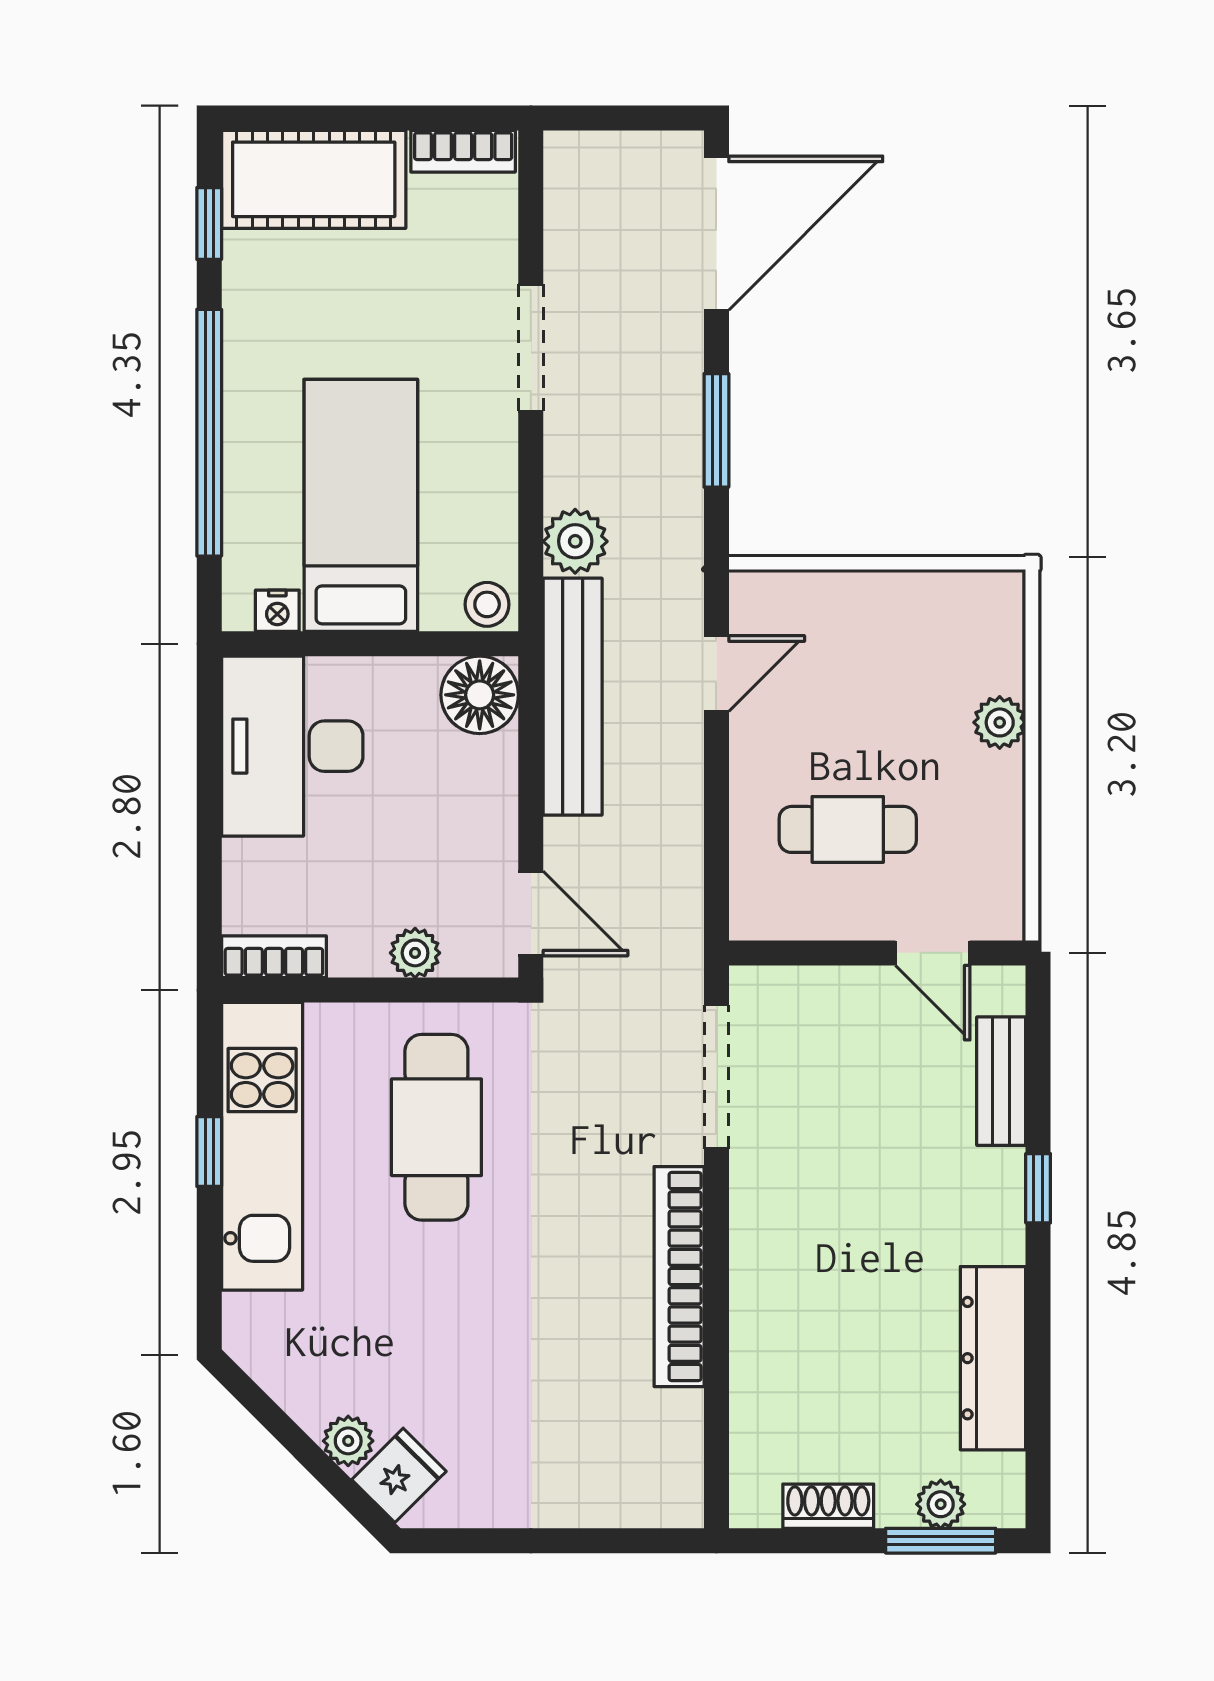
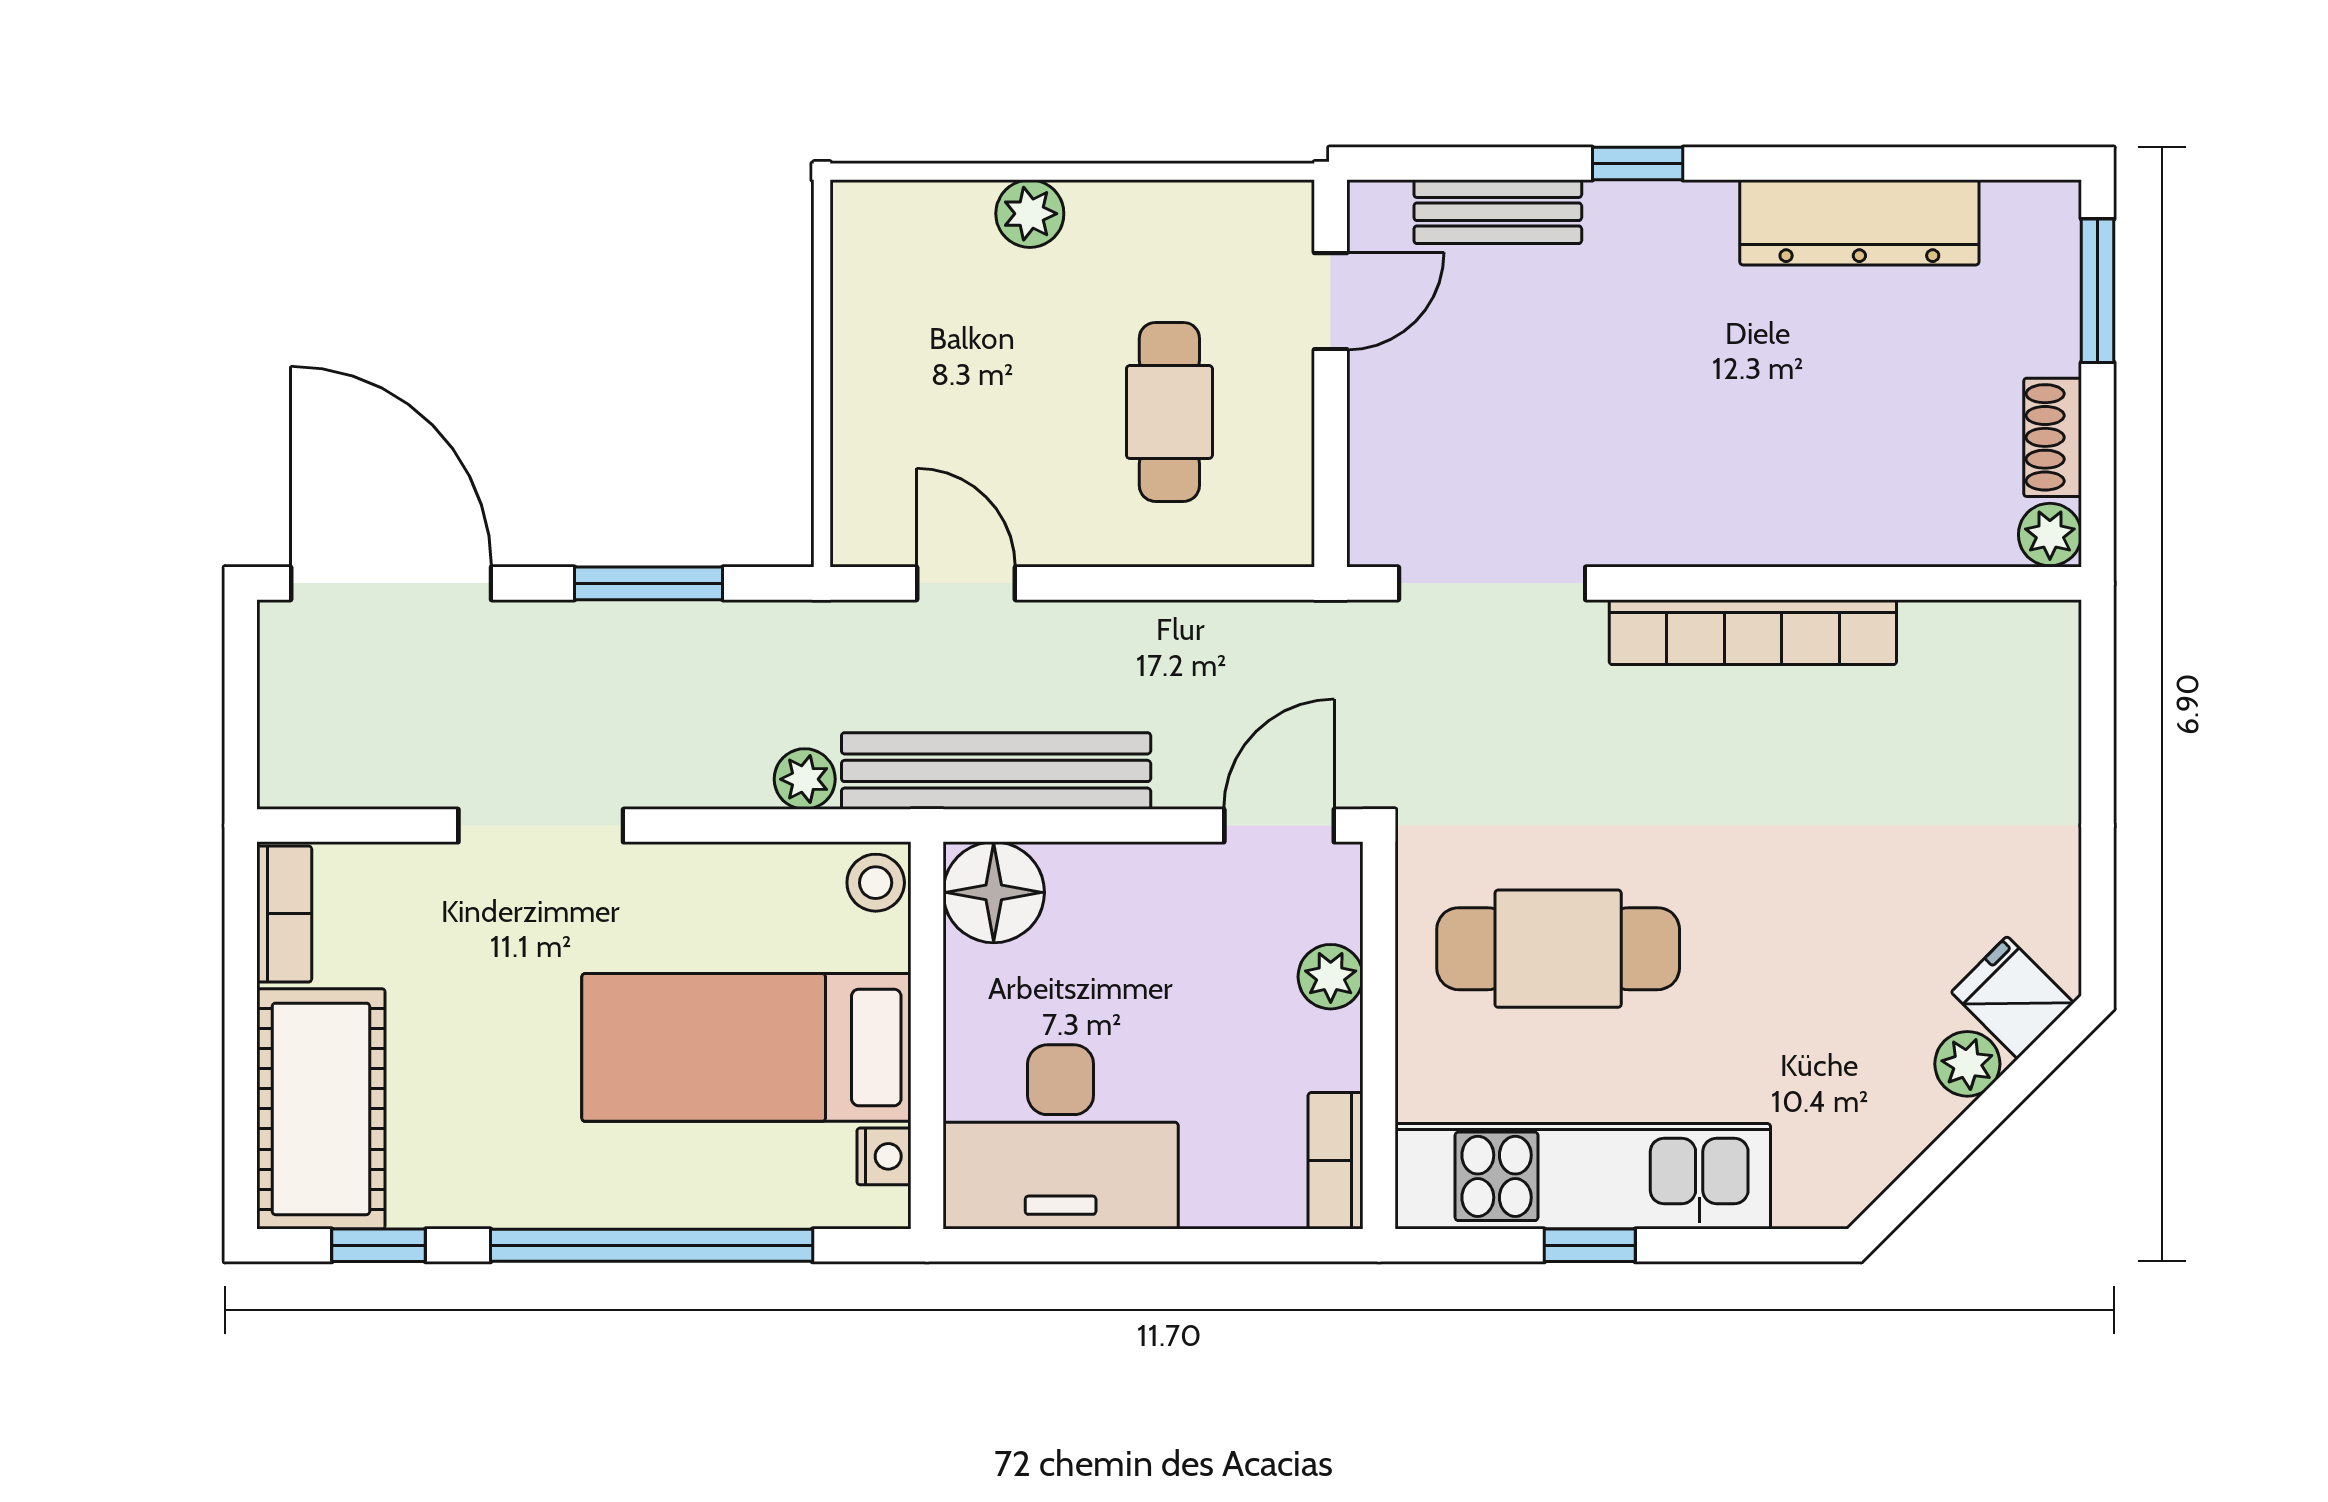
plant: (575, 541) -> (805, 779), width x0.73, depth x0.73
plant: (941, 1504) -> (2050, 535), moved

